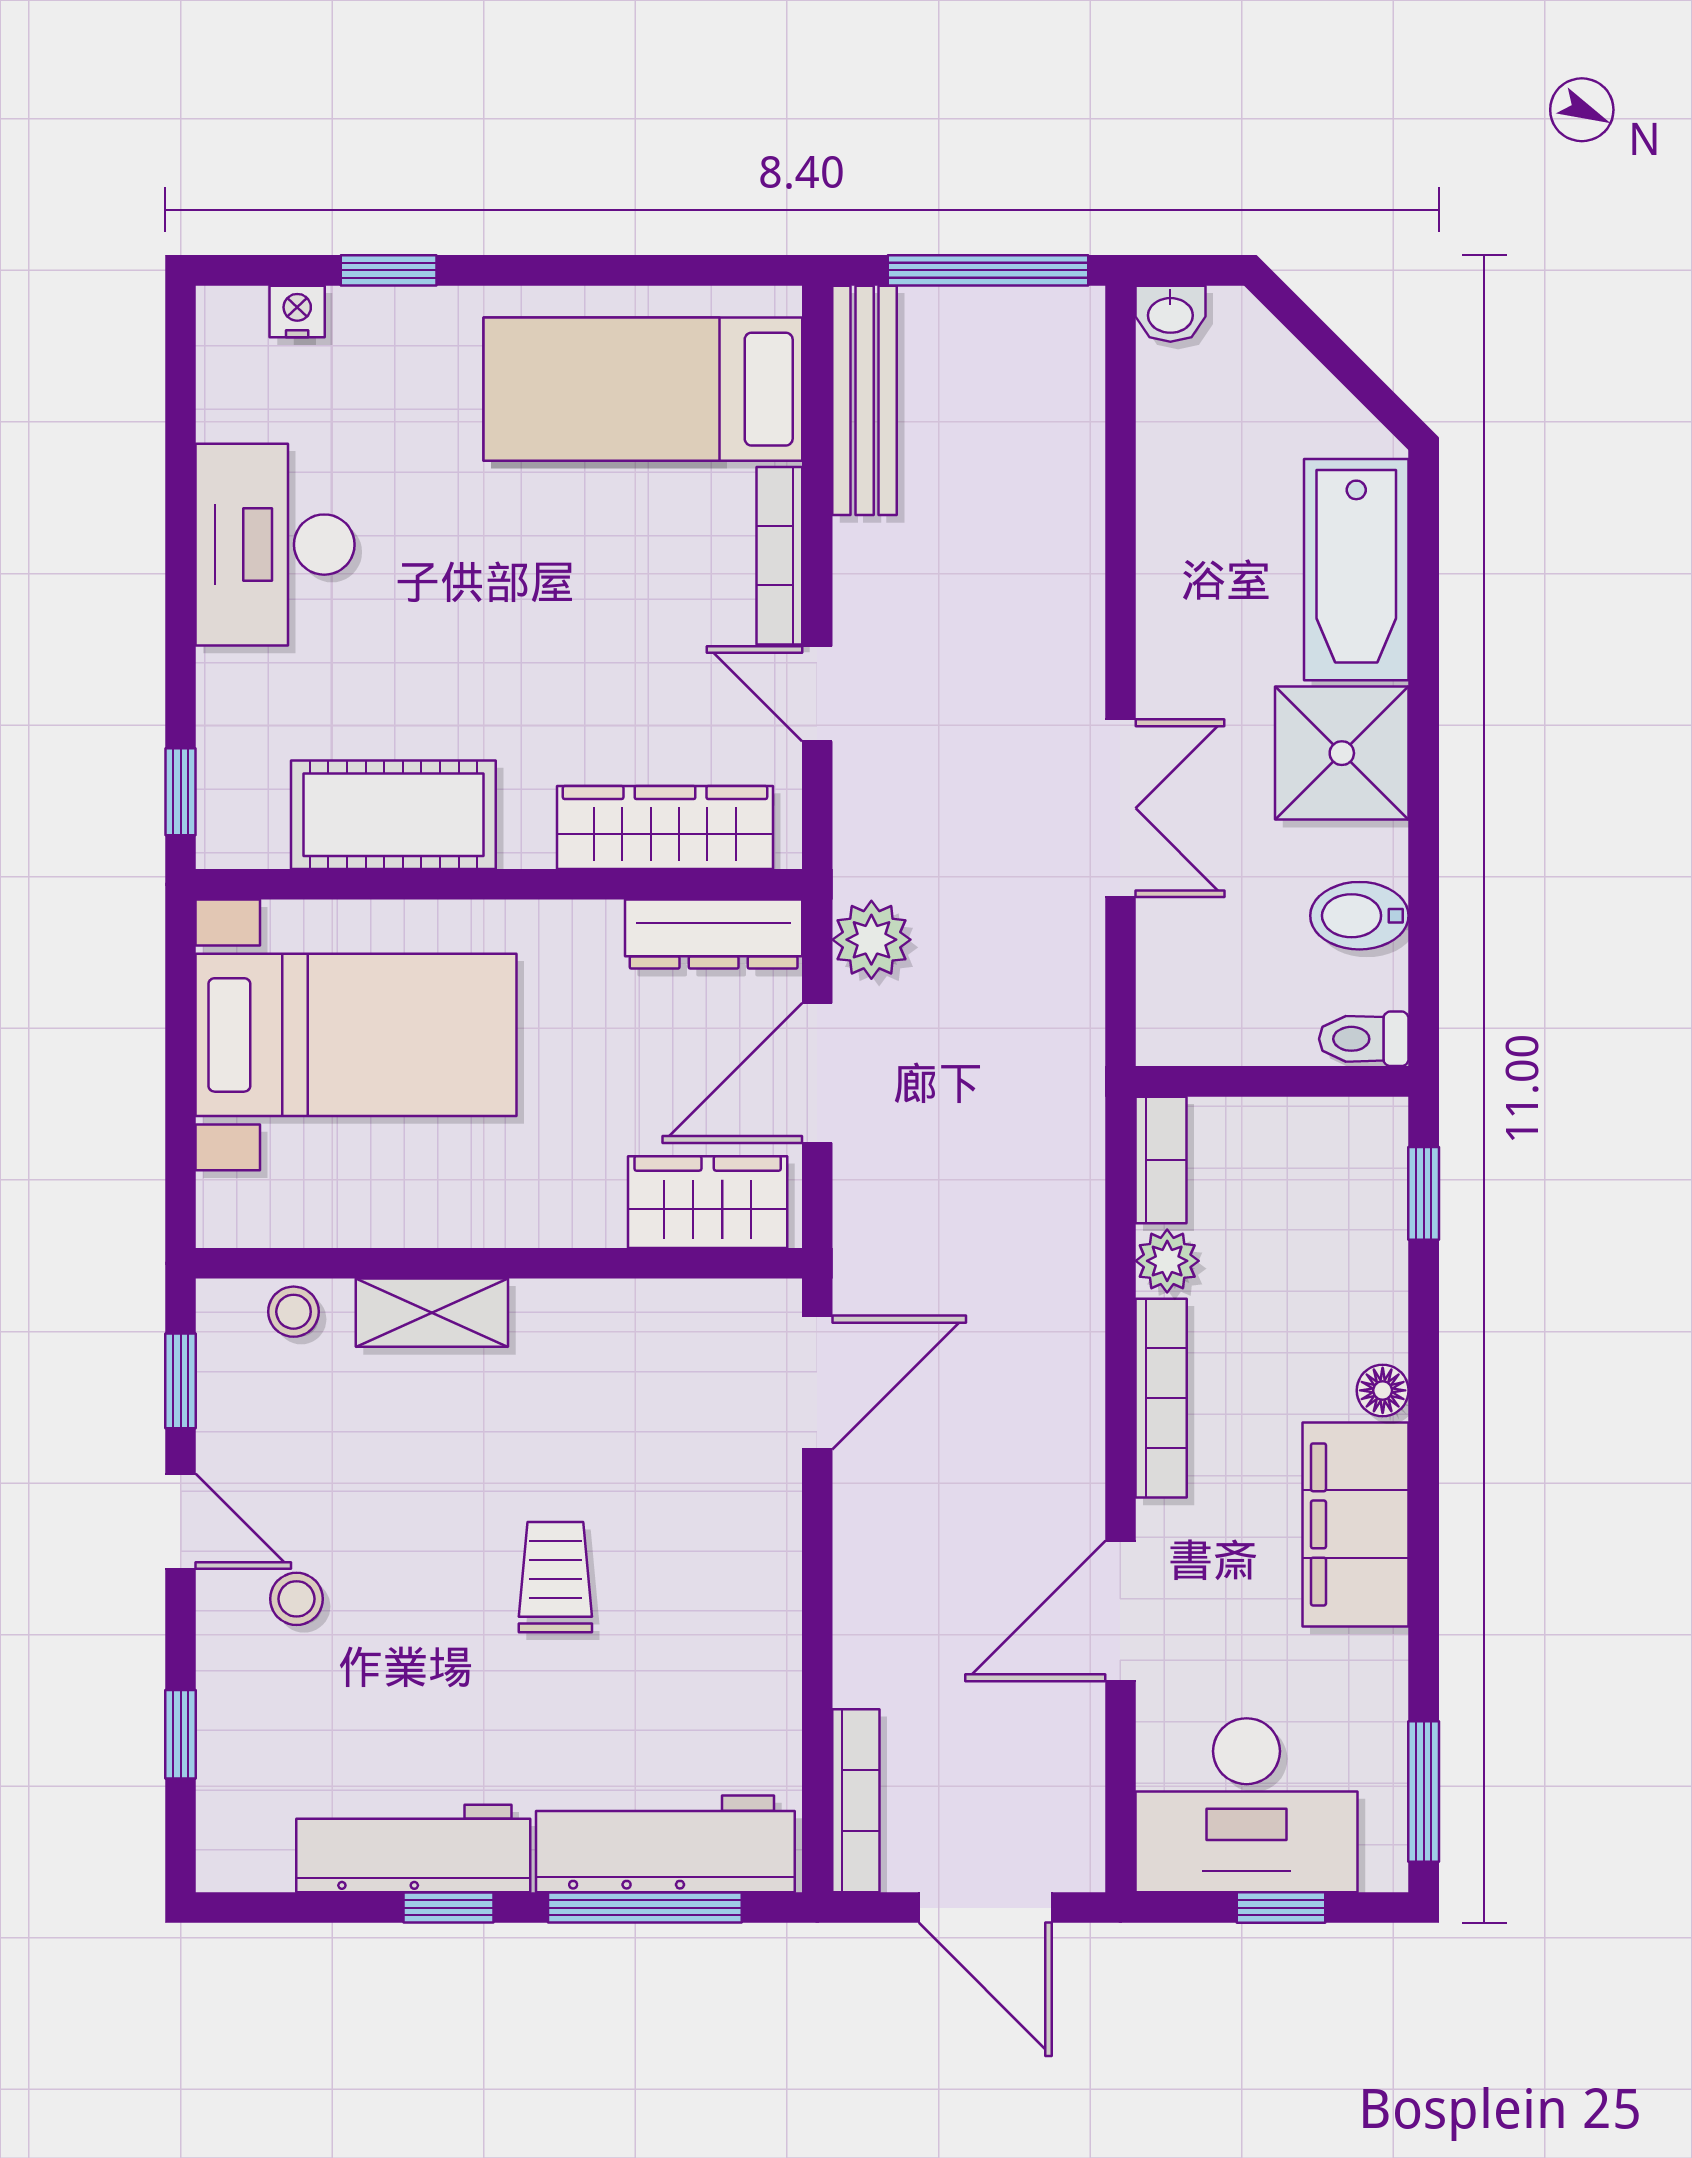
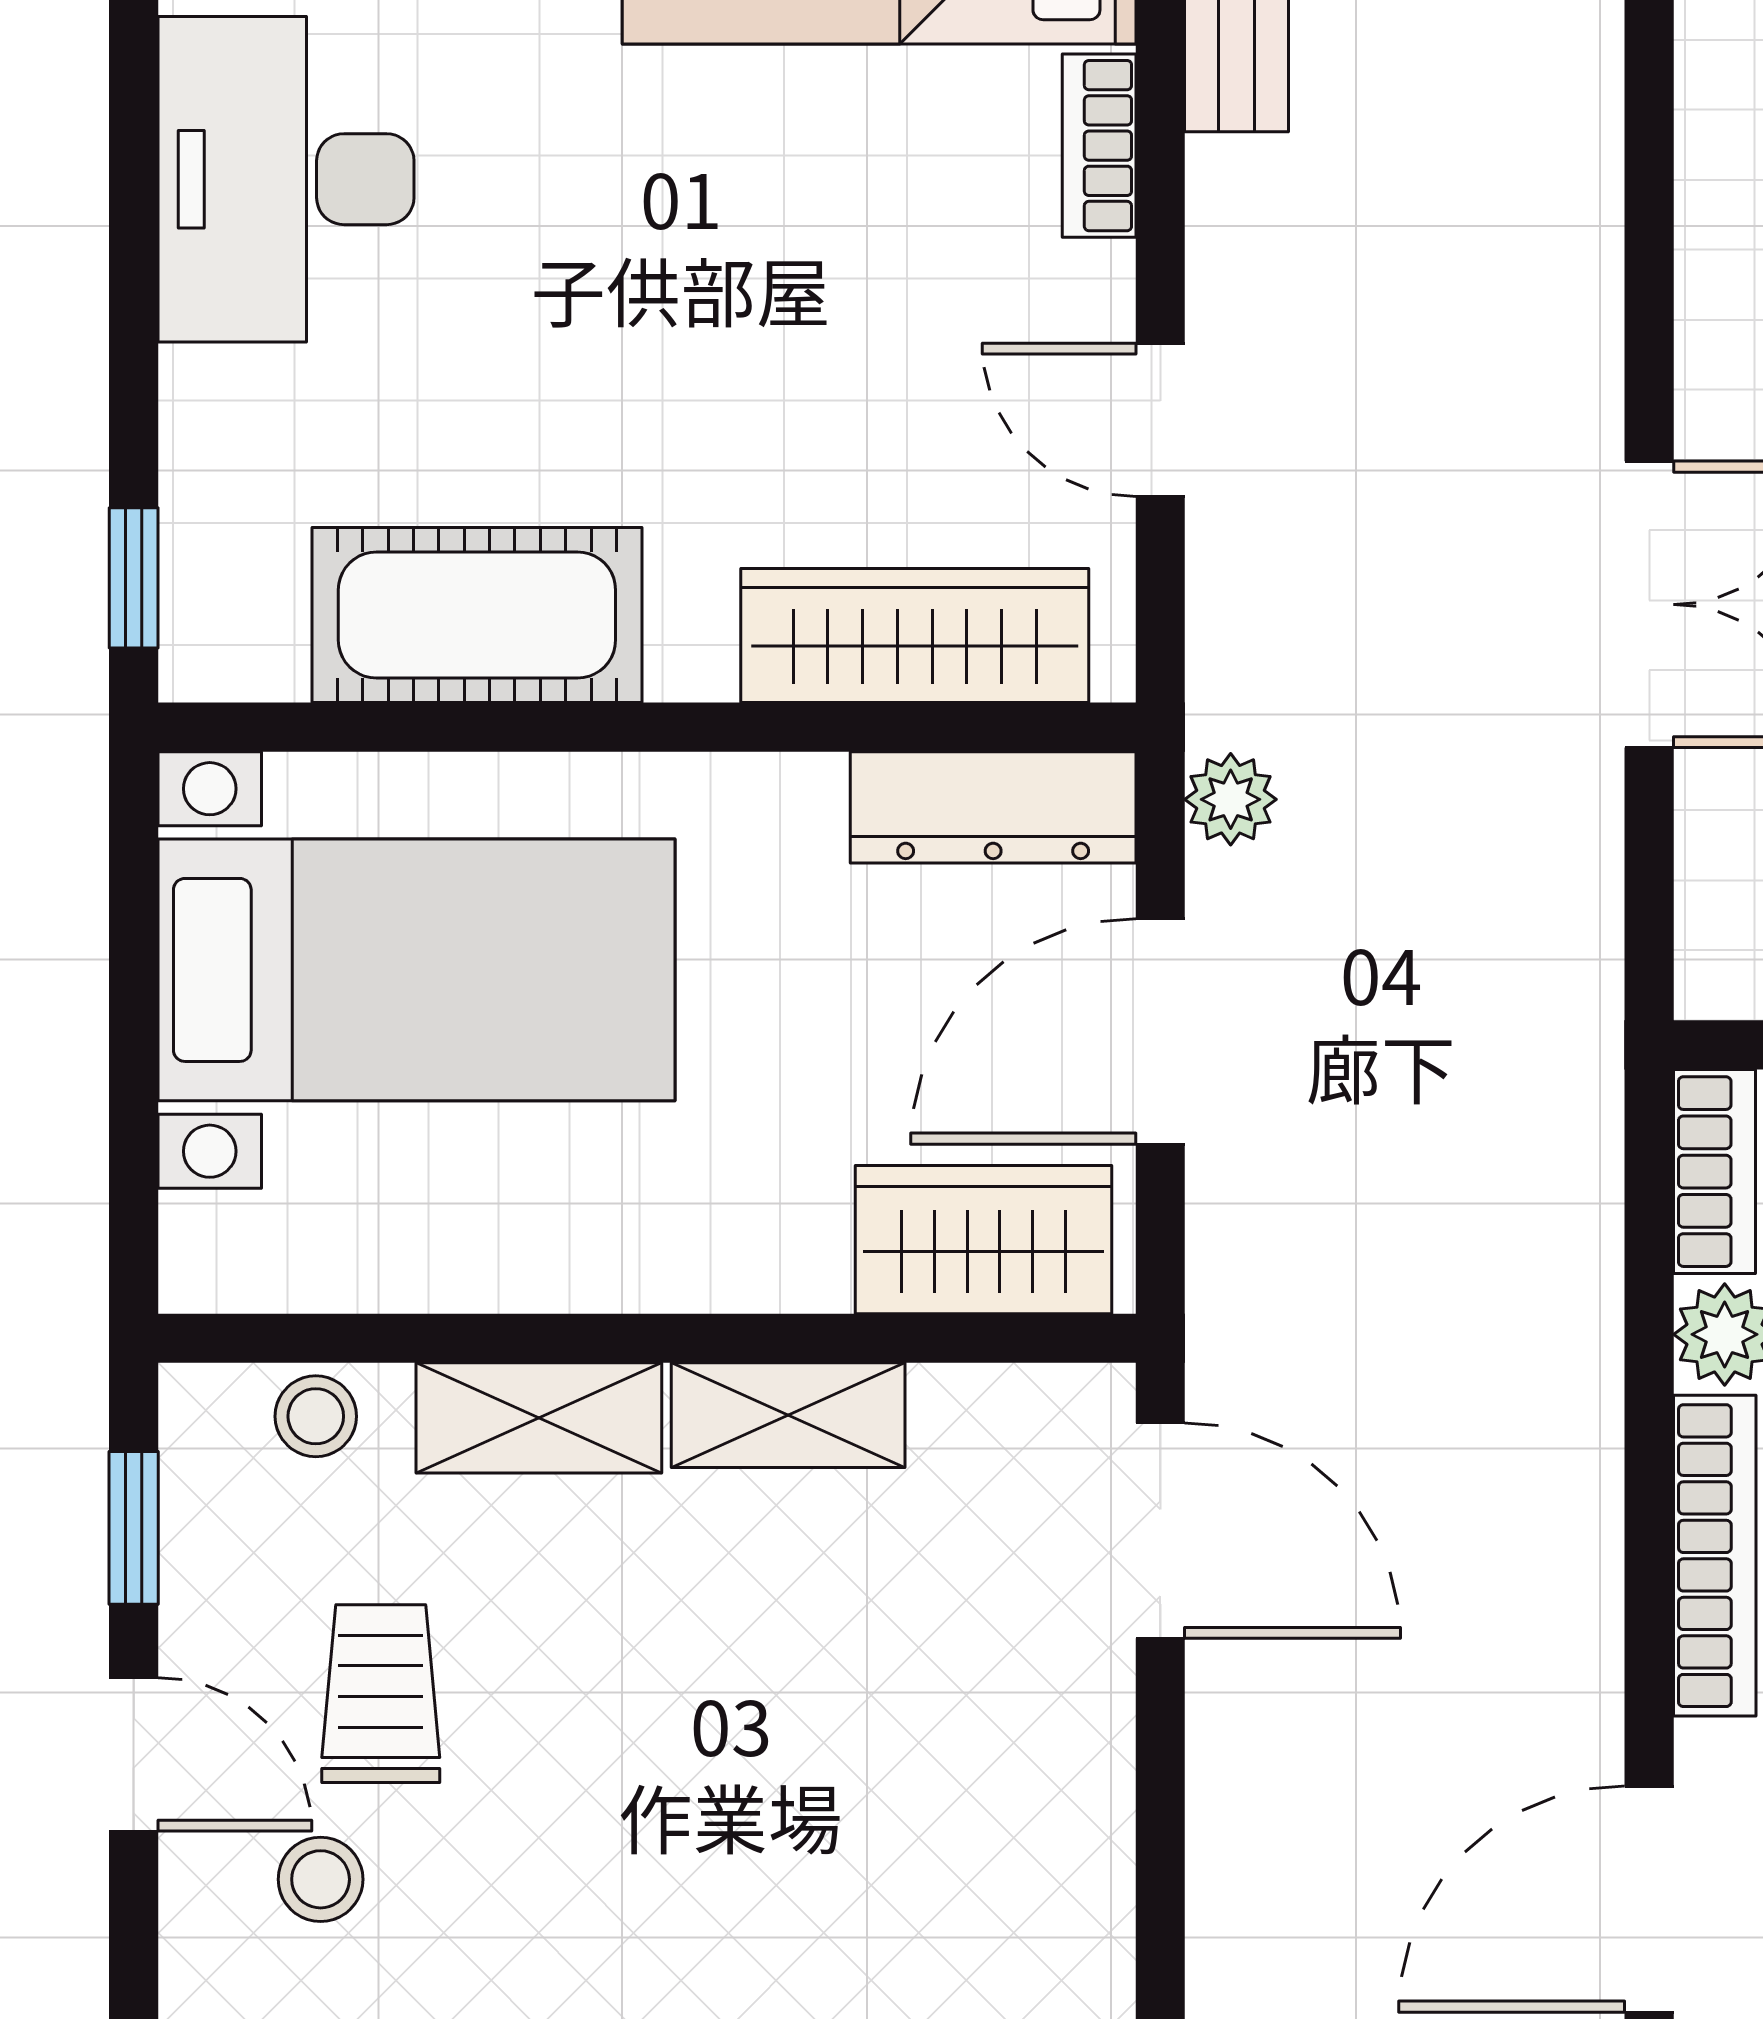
bookcase: (779, 556) -> (1099, 146), width x0.64
plant: (871, 940) -> (1231, 799), width x0.73, depth x0.73
shelving: (586, 1311) -> (788, 1415), added
door: (817, 1383) -> (1160, 1531), hinge flipped
trolley: (555, 1577) -> (381, 1694), moved

